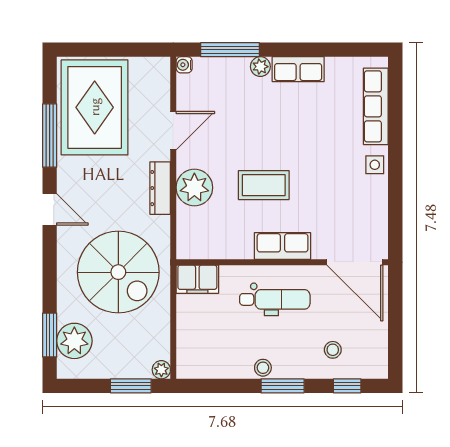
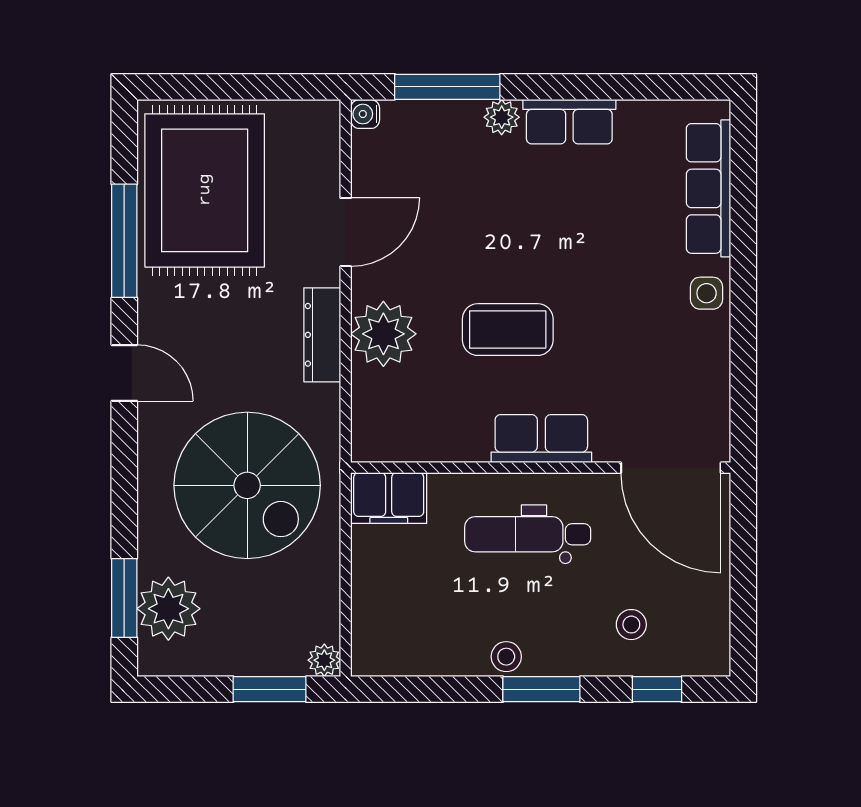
dental chair: (275, 299) -> (528, 534), turned 180

